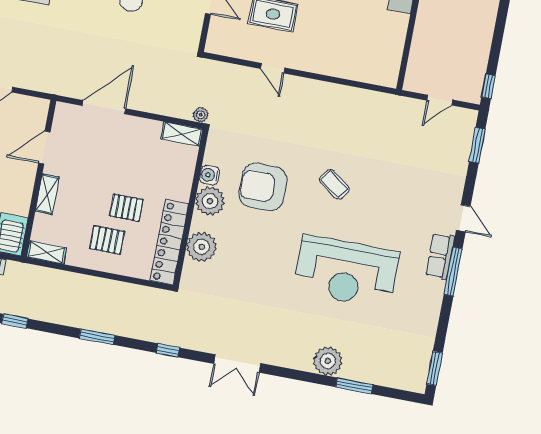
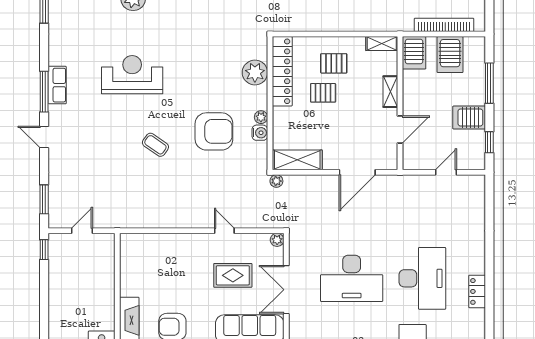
plant: (213, 46) -> (277, 240), added
shelving: (182, 134) -> (297, 160), width x1.50, depth x1.33
plant: (210, 201) -> (261, 117), width x0.53, depth x0.53
row of seats: (440, 256) -> (57, 85), moved
reception desk: (346, 272) -> (132, 75), width x0.74, depth x0.77

